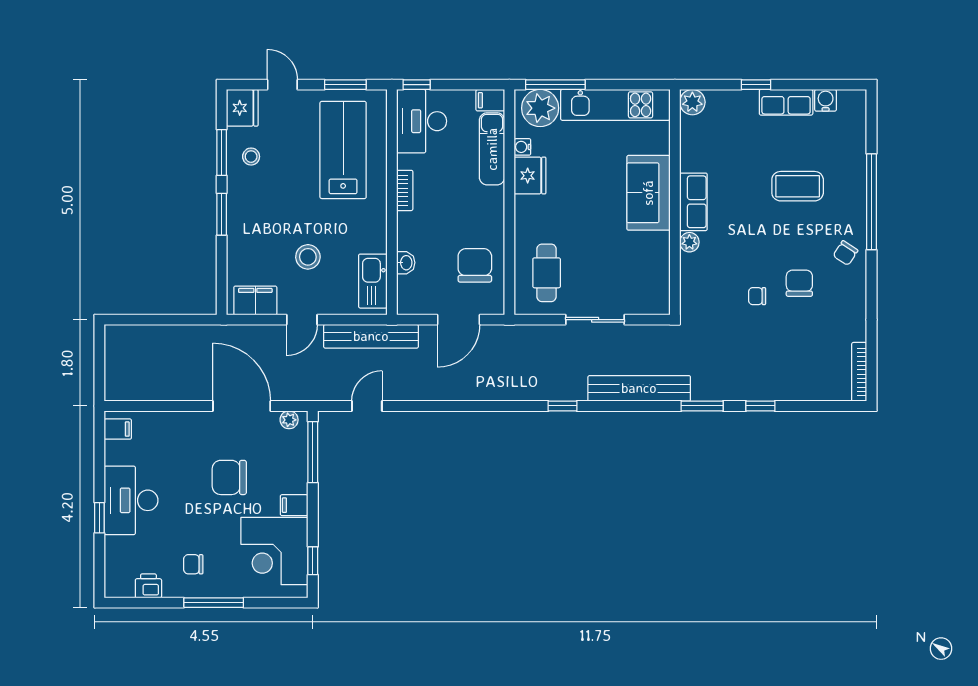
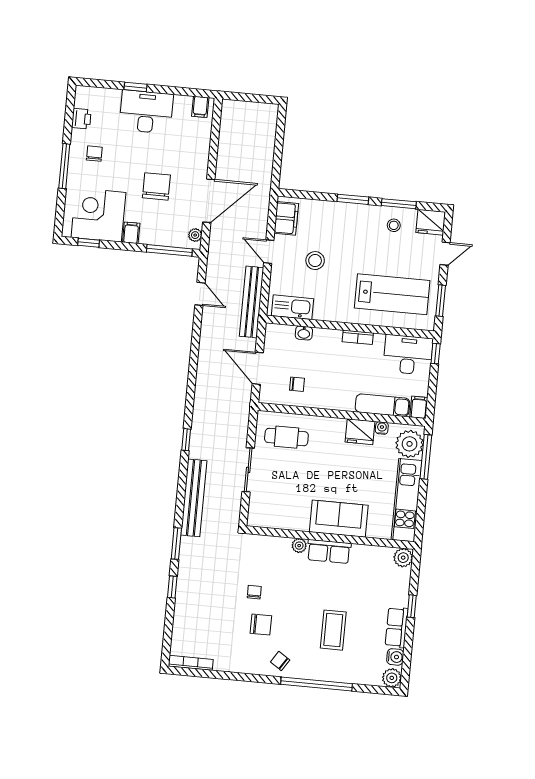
plant: (854, 102) -> (392, 678), added
chair: (475, 265) -> (297, 384), width x0.54, depth x0.54

